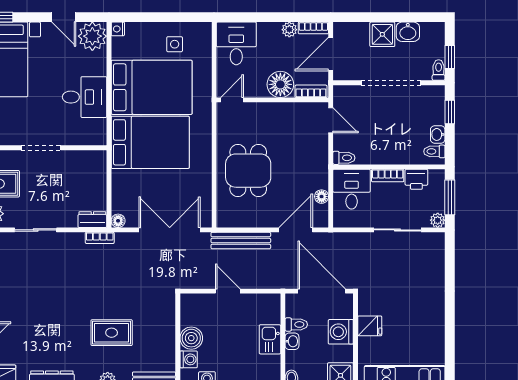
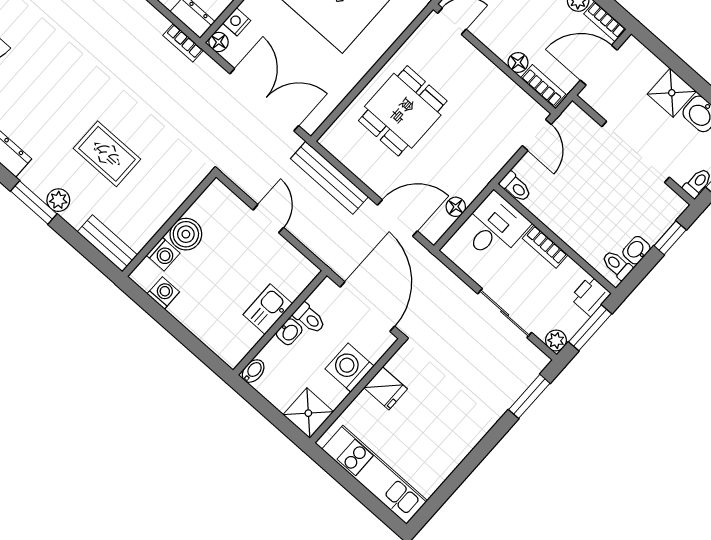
floor lamp: (280, 84) -> (518, 62), width x0.53, depth x0.53
printer: (416, 179) -> (590, 296), moved, turned 90
nightstand: (118, 202) -> (237, 22), added
window: (450, 263) -> (529, 396), added

